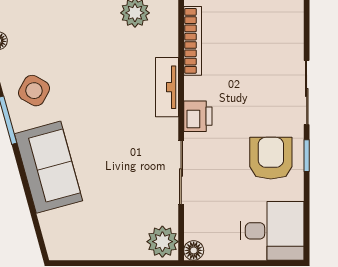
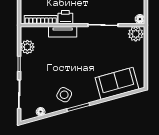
printer: (198, 116) -> (65, 17), moved
sofa: (48, 167) -> (117, 83), moved

